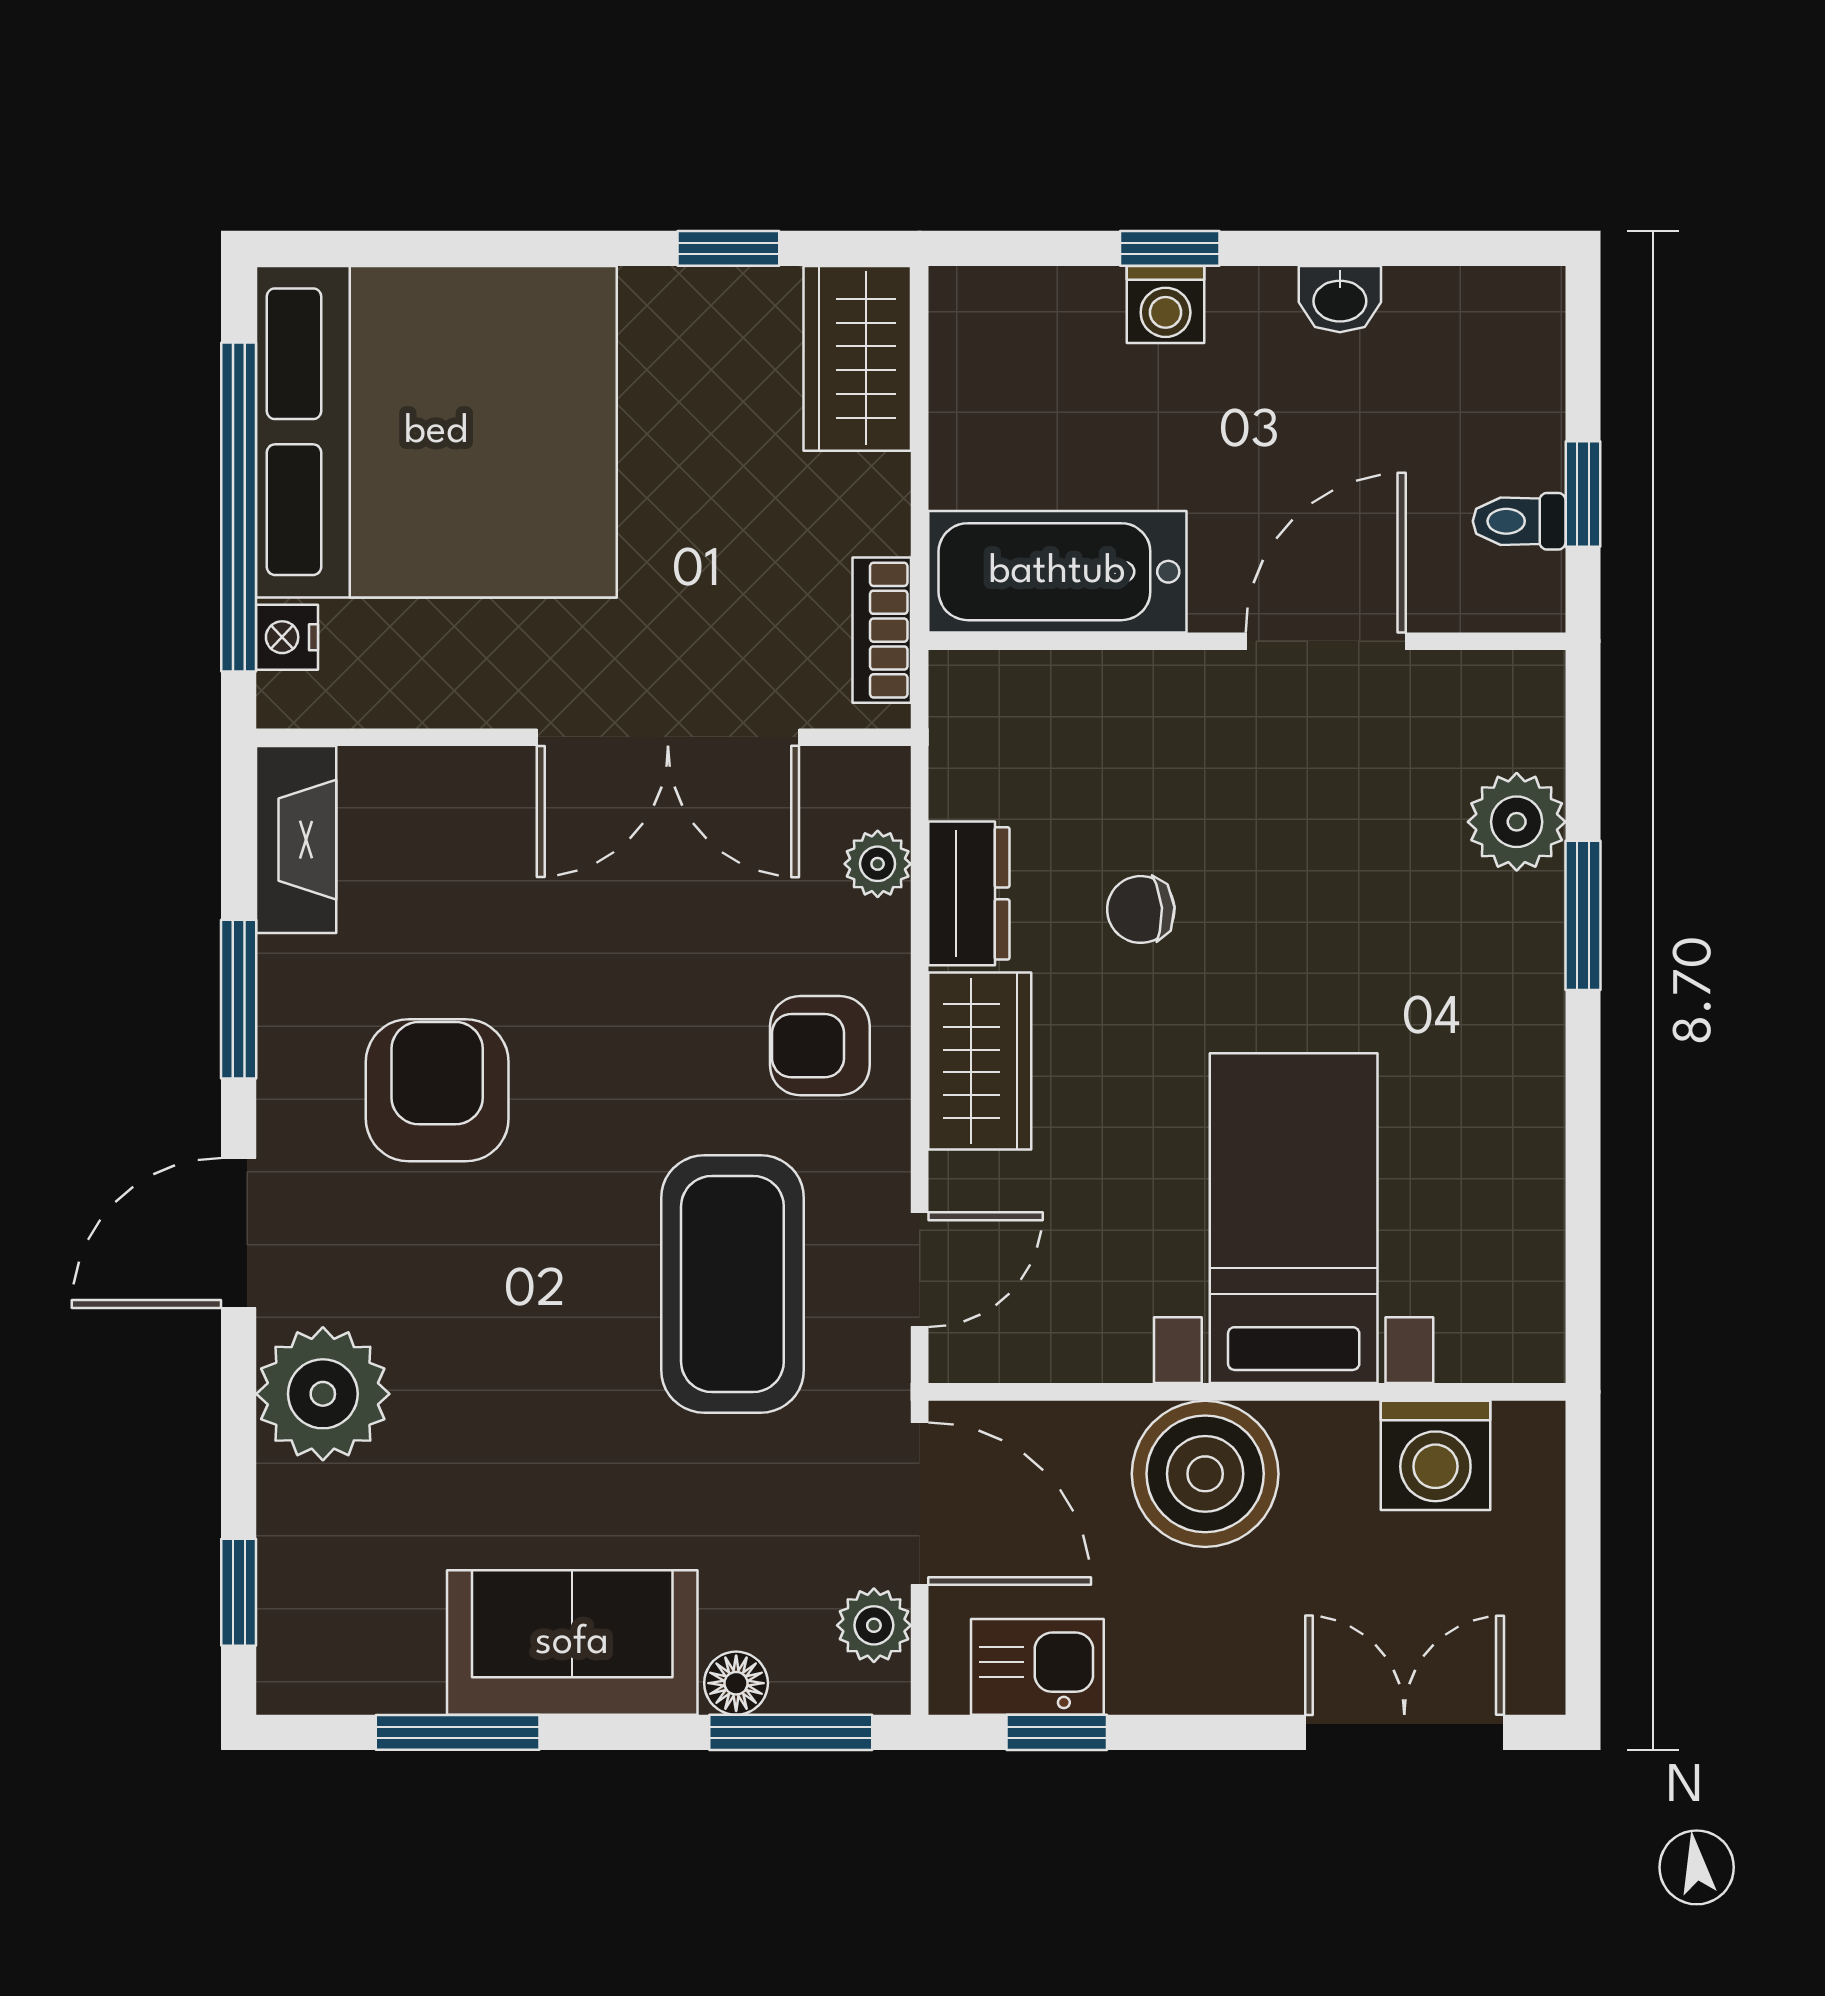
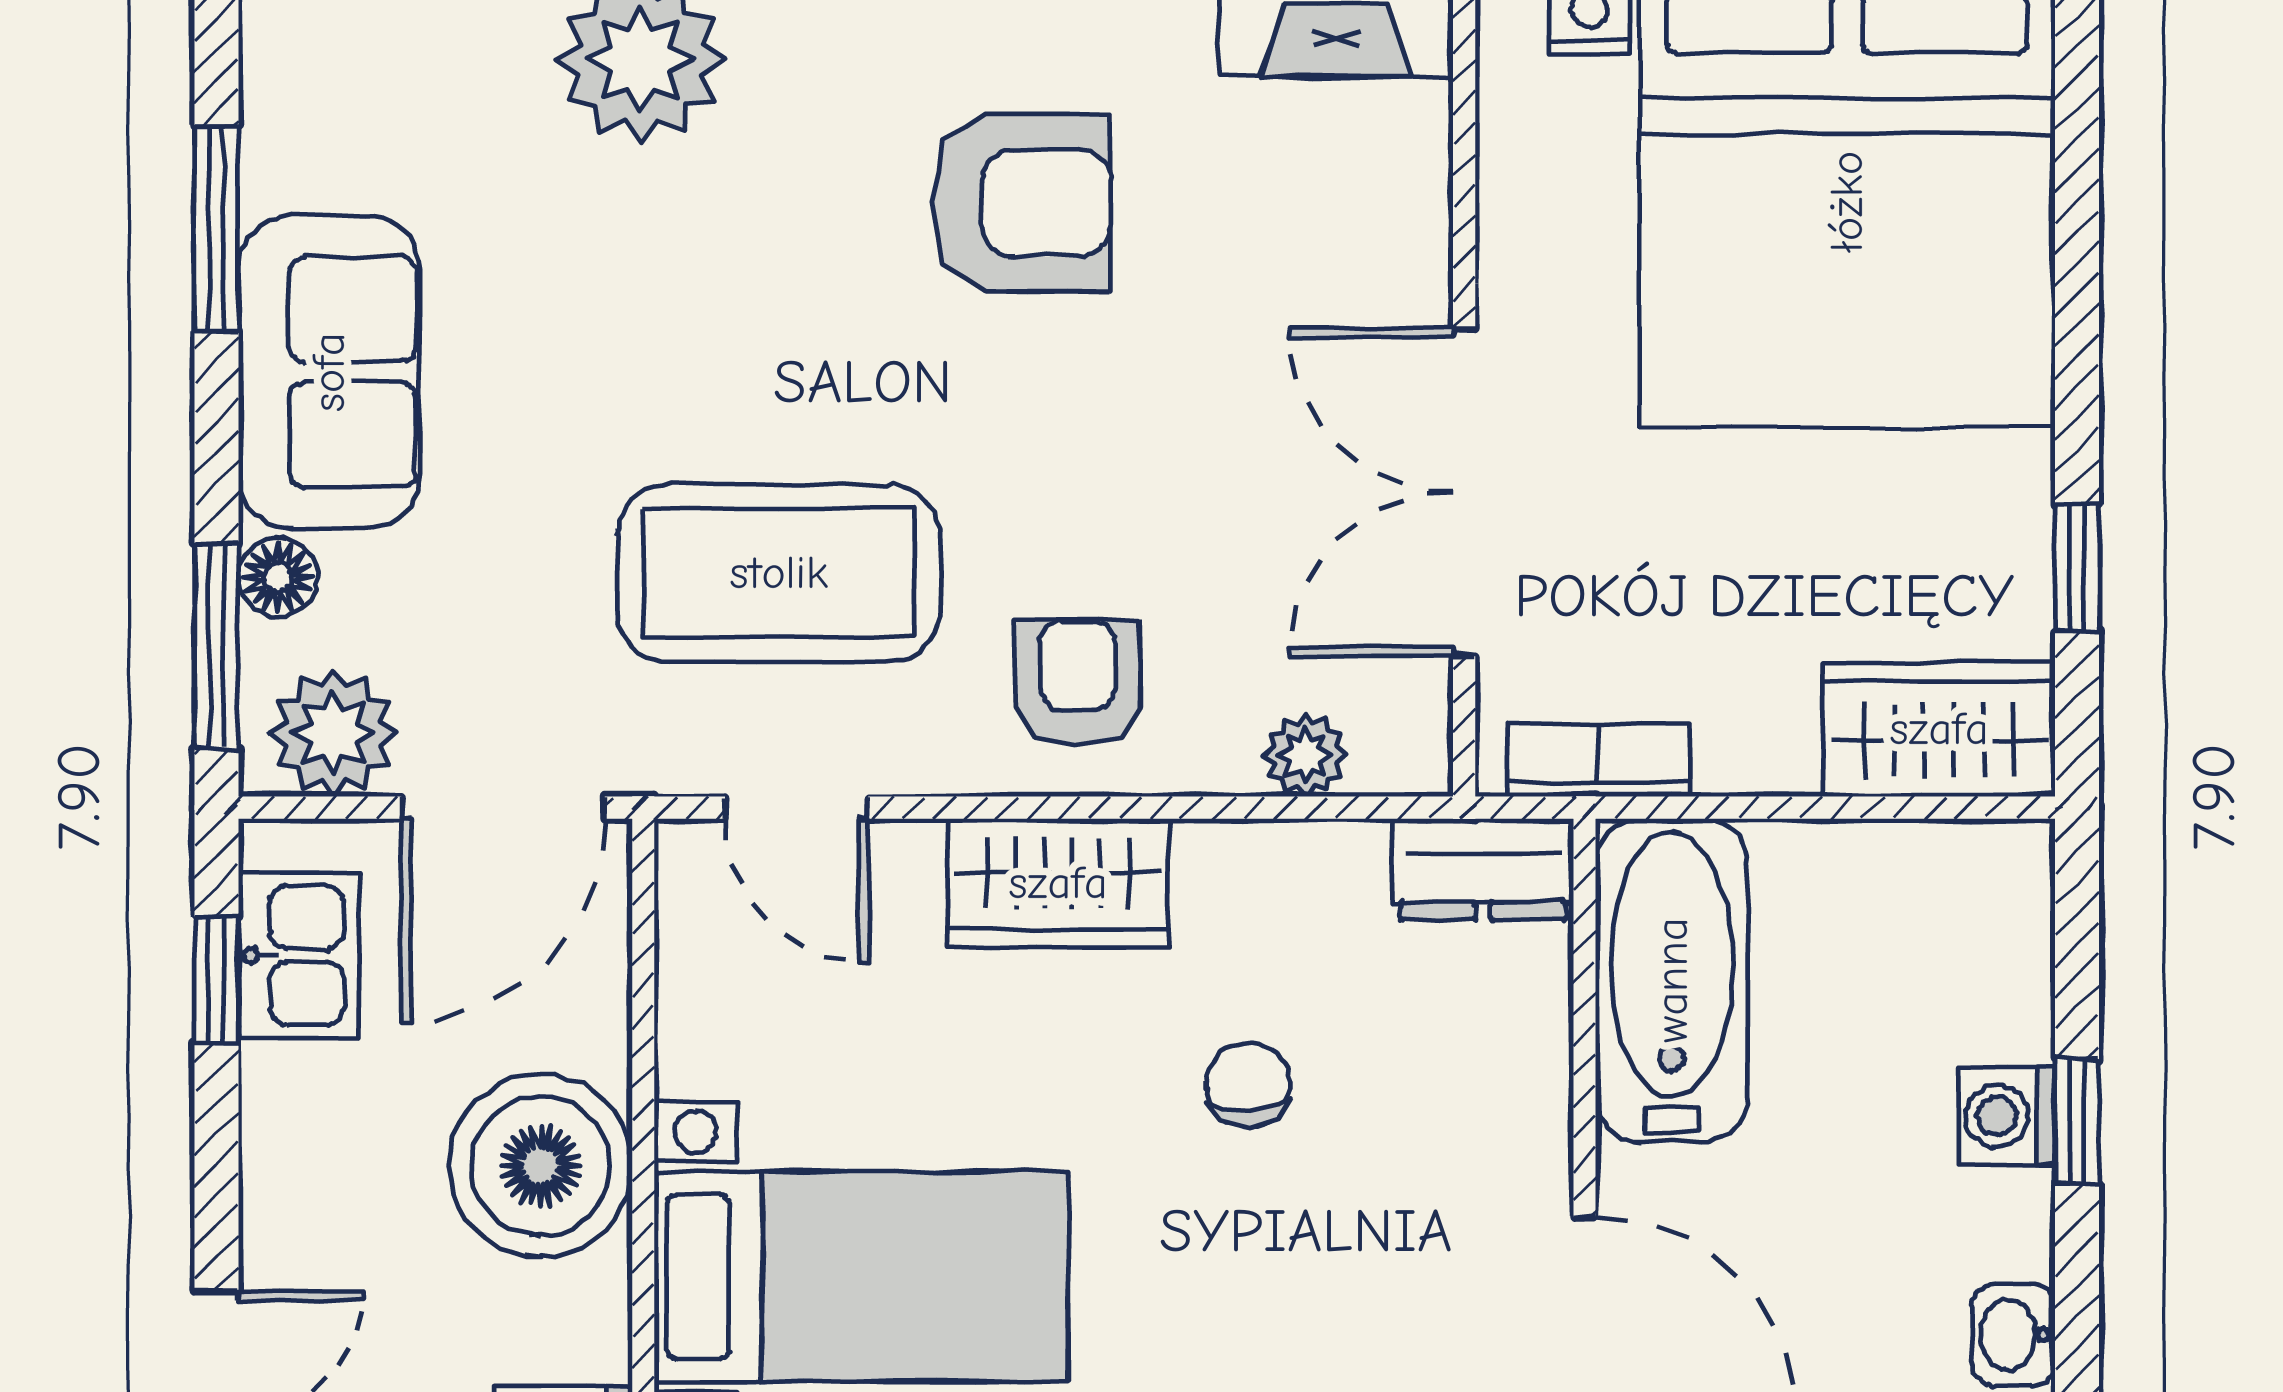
dresser: (969, 893) -> (1483, 869), moved
plant: (874, 1625) -> (333, 733), width x1.38, depth x1.38

